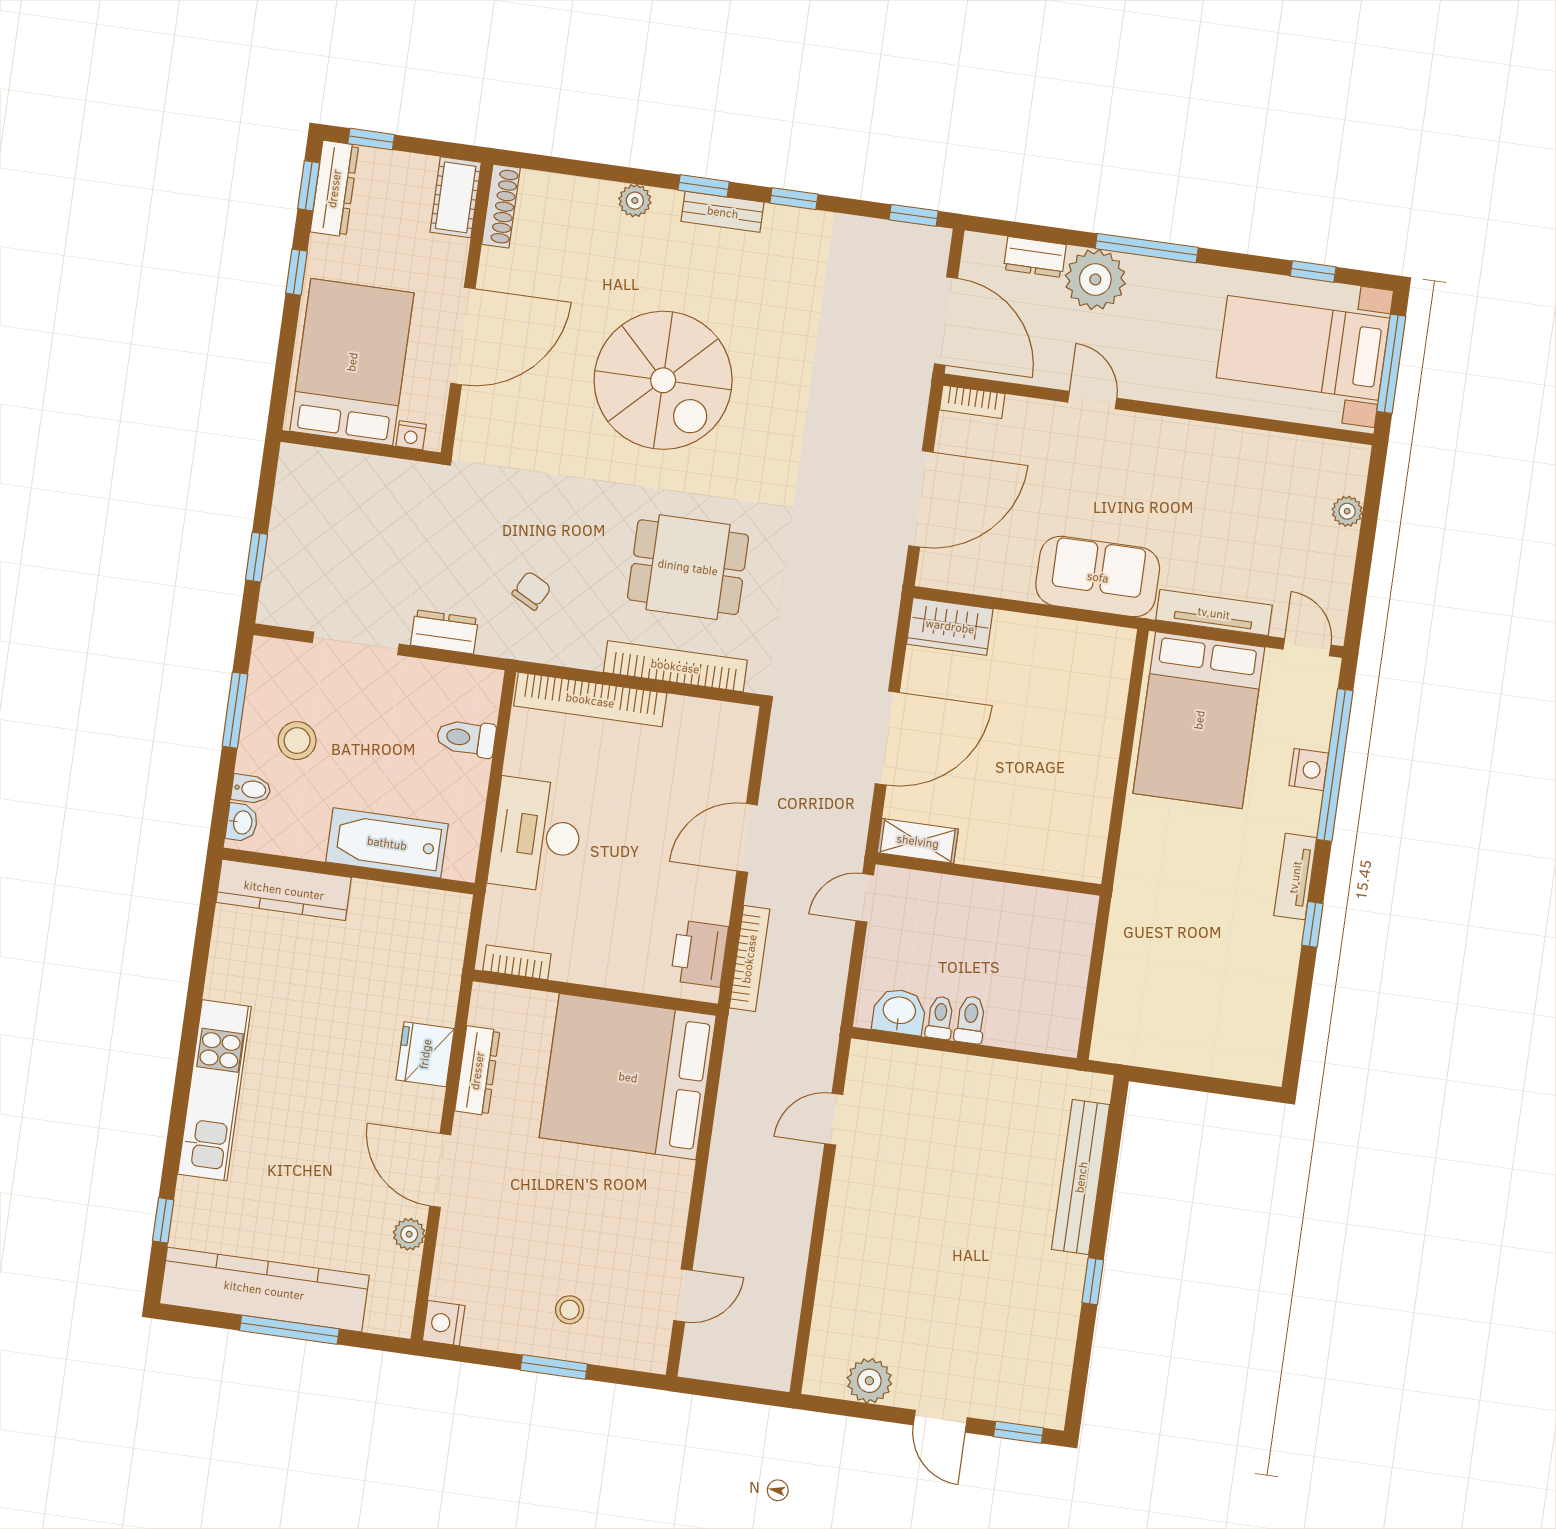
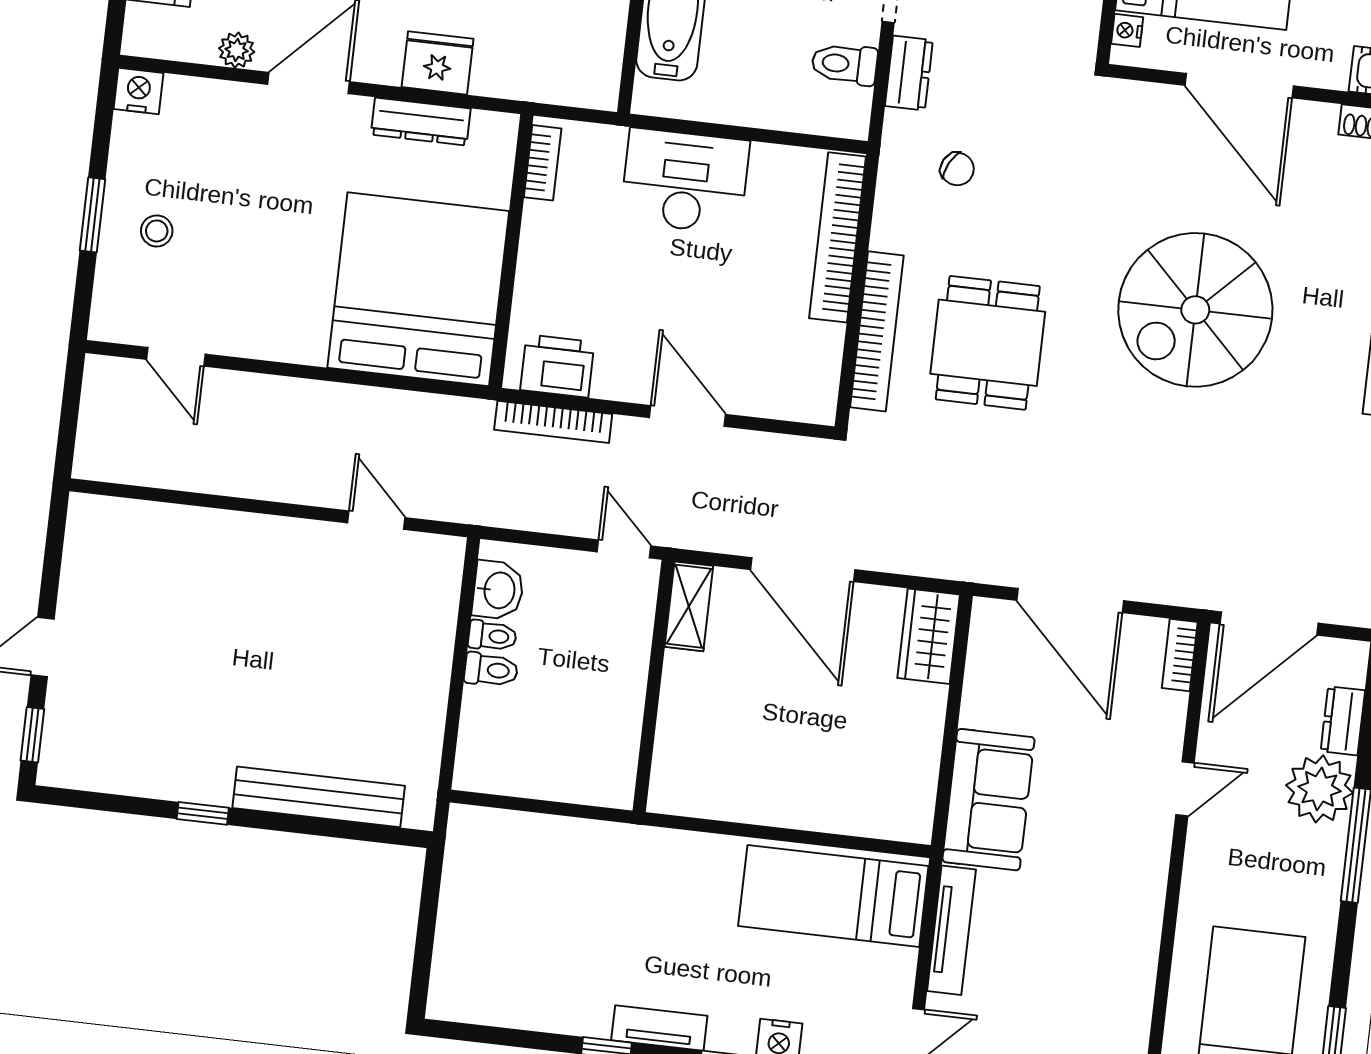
bed: (1199, 720) -> (833, 896), width x0.67
toilet: (466, 738) -> (844, 64), moved, turned -90
plant: (869, 1381) -> (86, 567), removed

